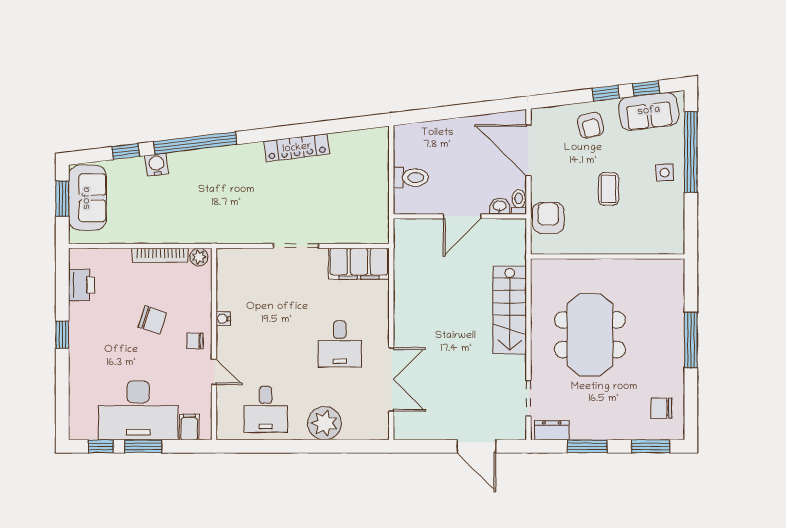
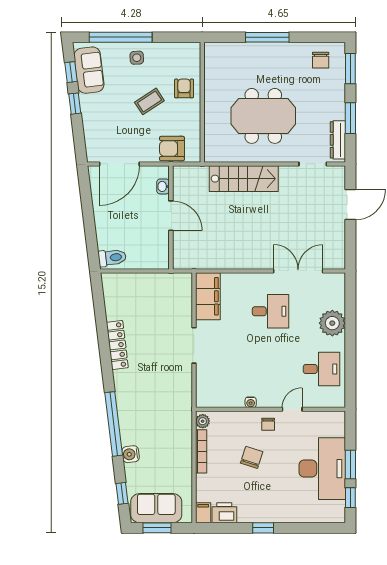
armchair: (591, 125) -> (184, 88), moved, turned -77
window: (126, 151) -> (122, 493), moved
toilet: (411, 178) -> (112, 258), moved, turned 83
coffee table: (609, 189) -> (149, 101), turned -33
toilet: (519, 202) -> (160, 172), removed
filing cabinet: (189, 427) -> (203, 513), moved, turned 90
dresser: (552, 430) -> (338, 140), width x1.44

